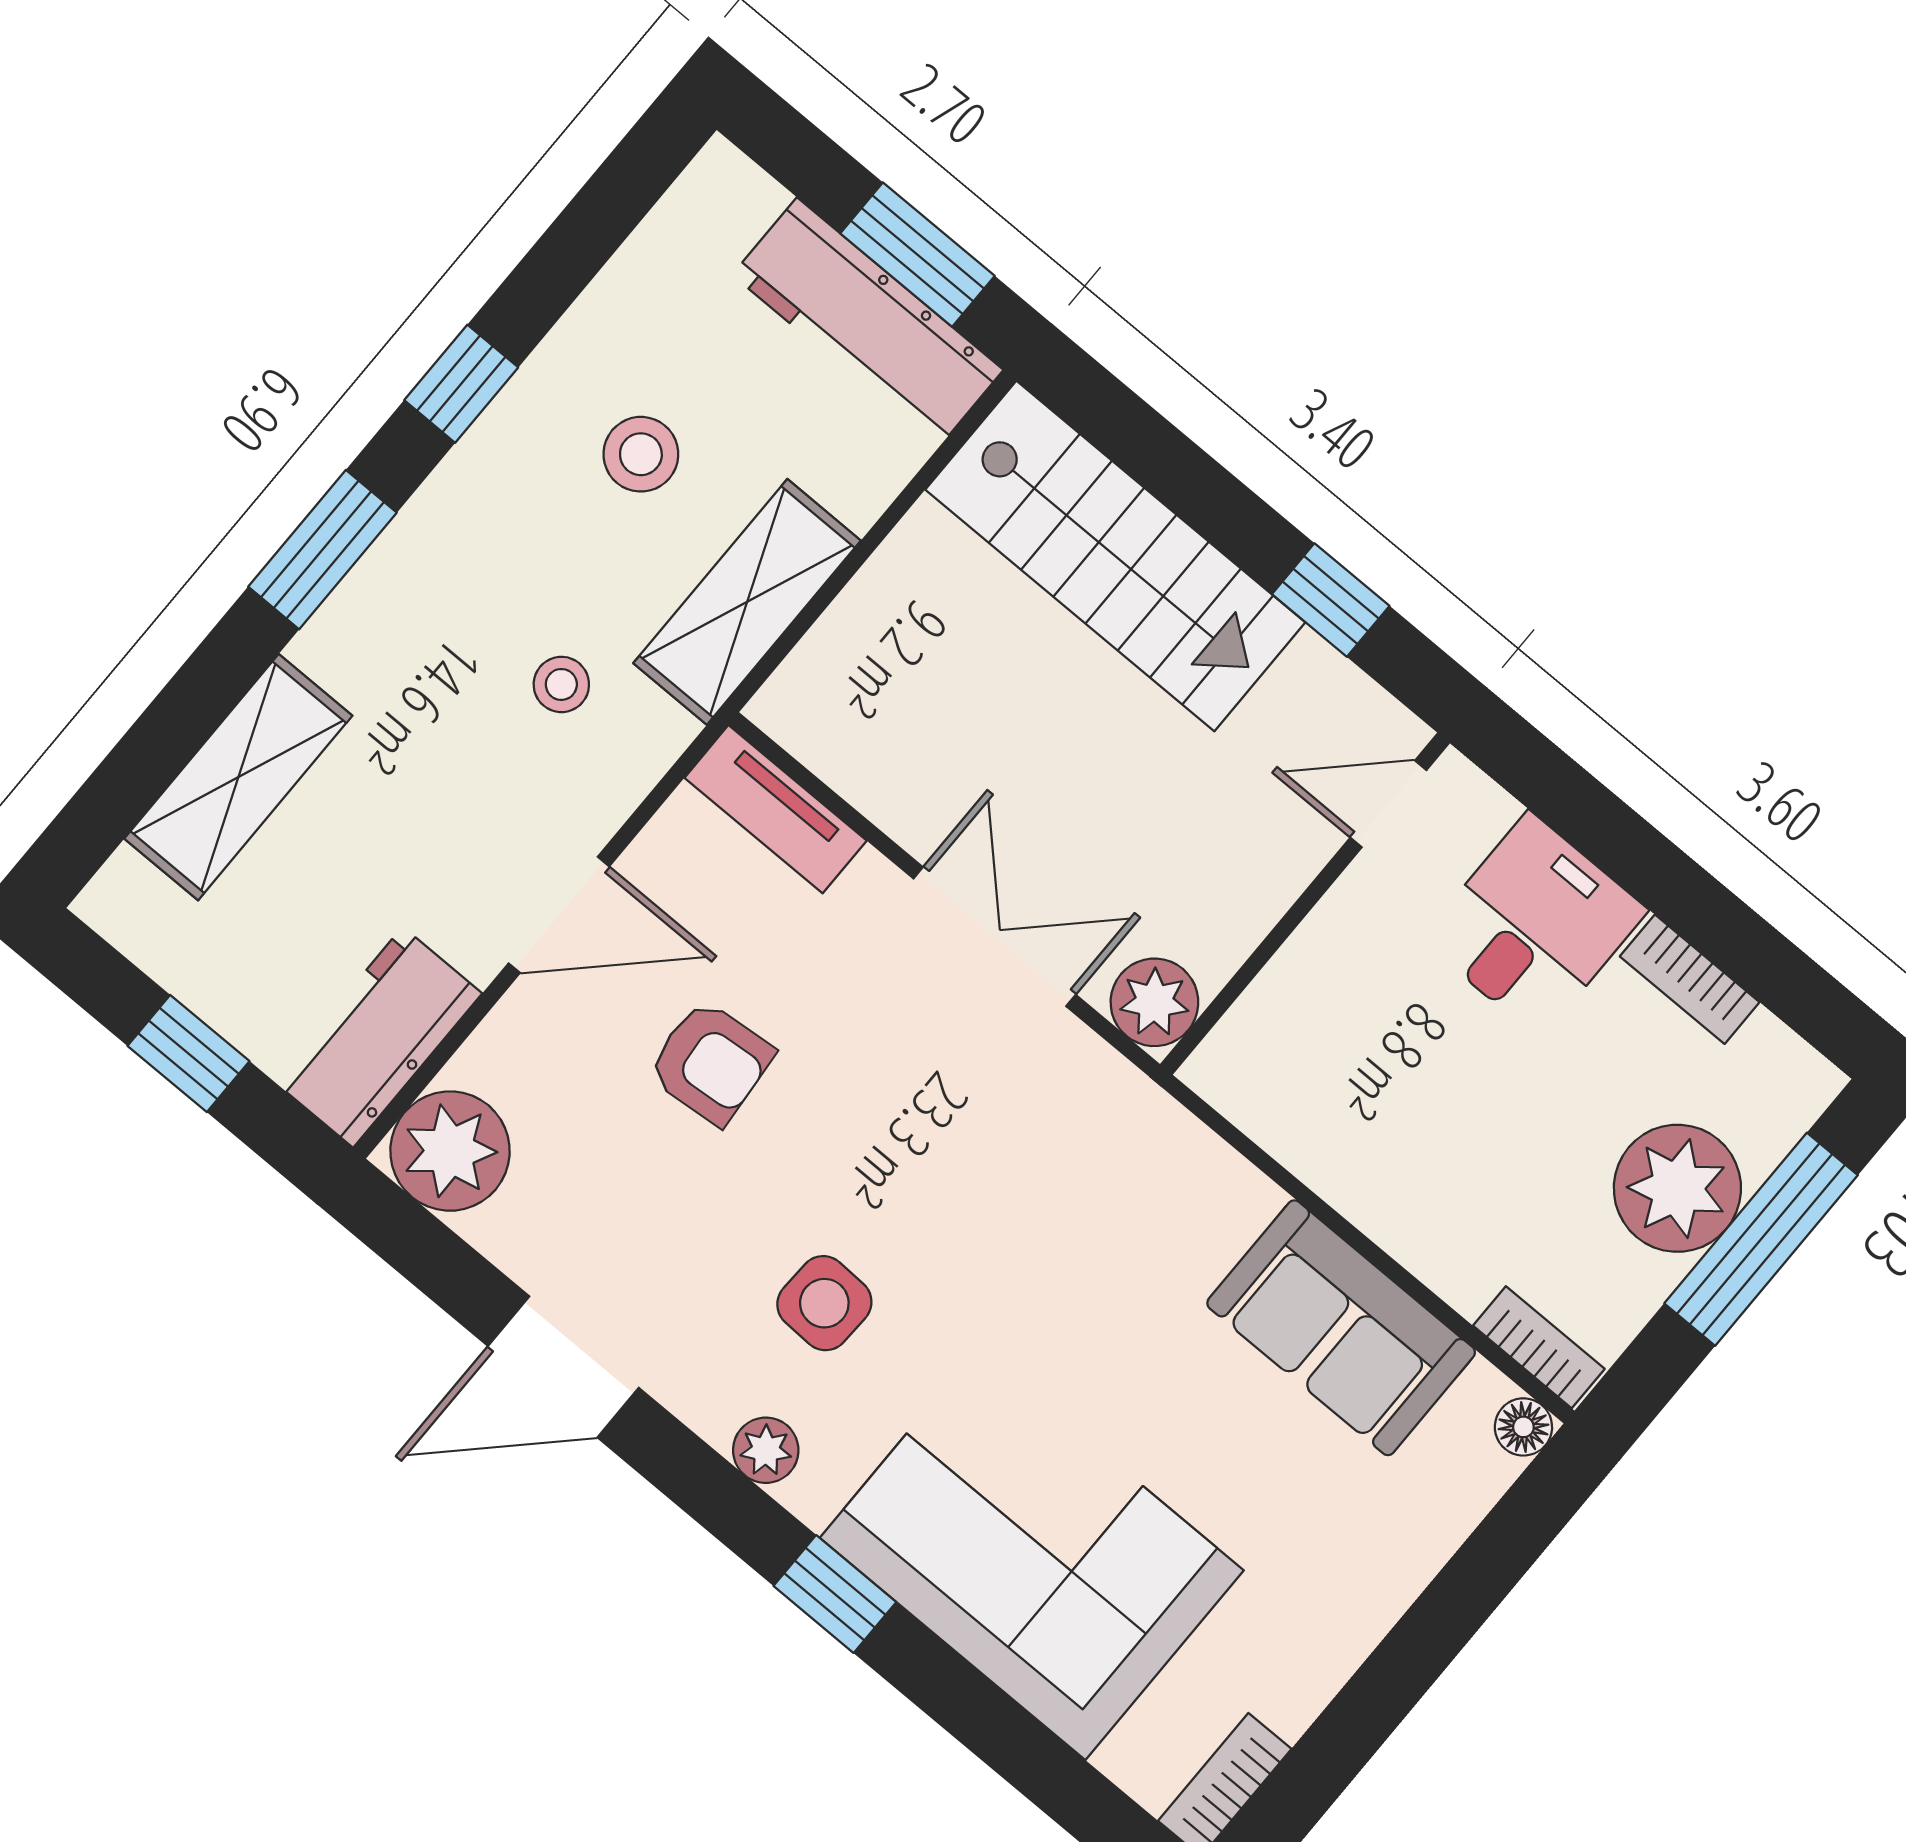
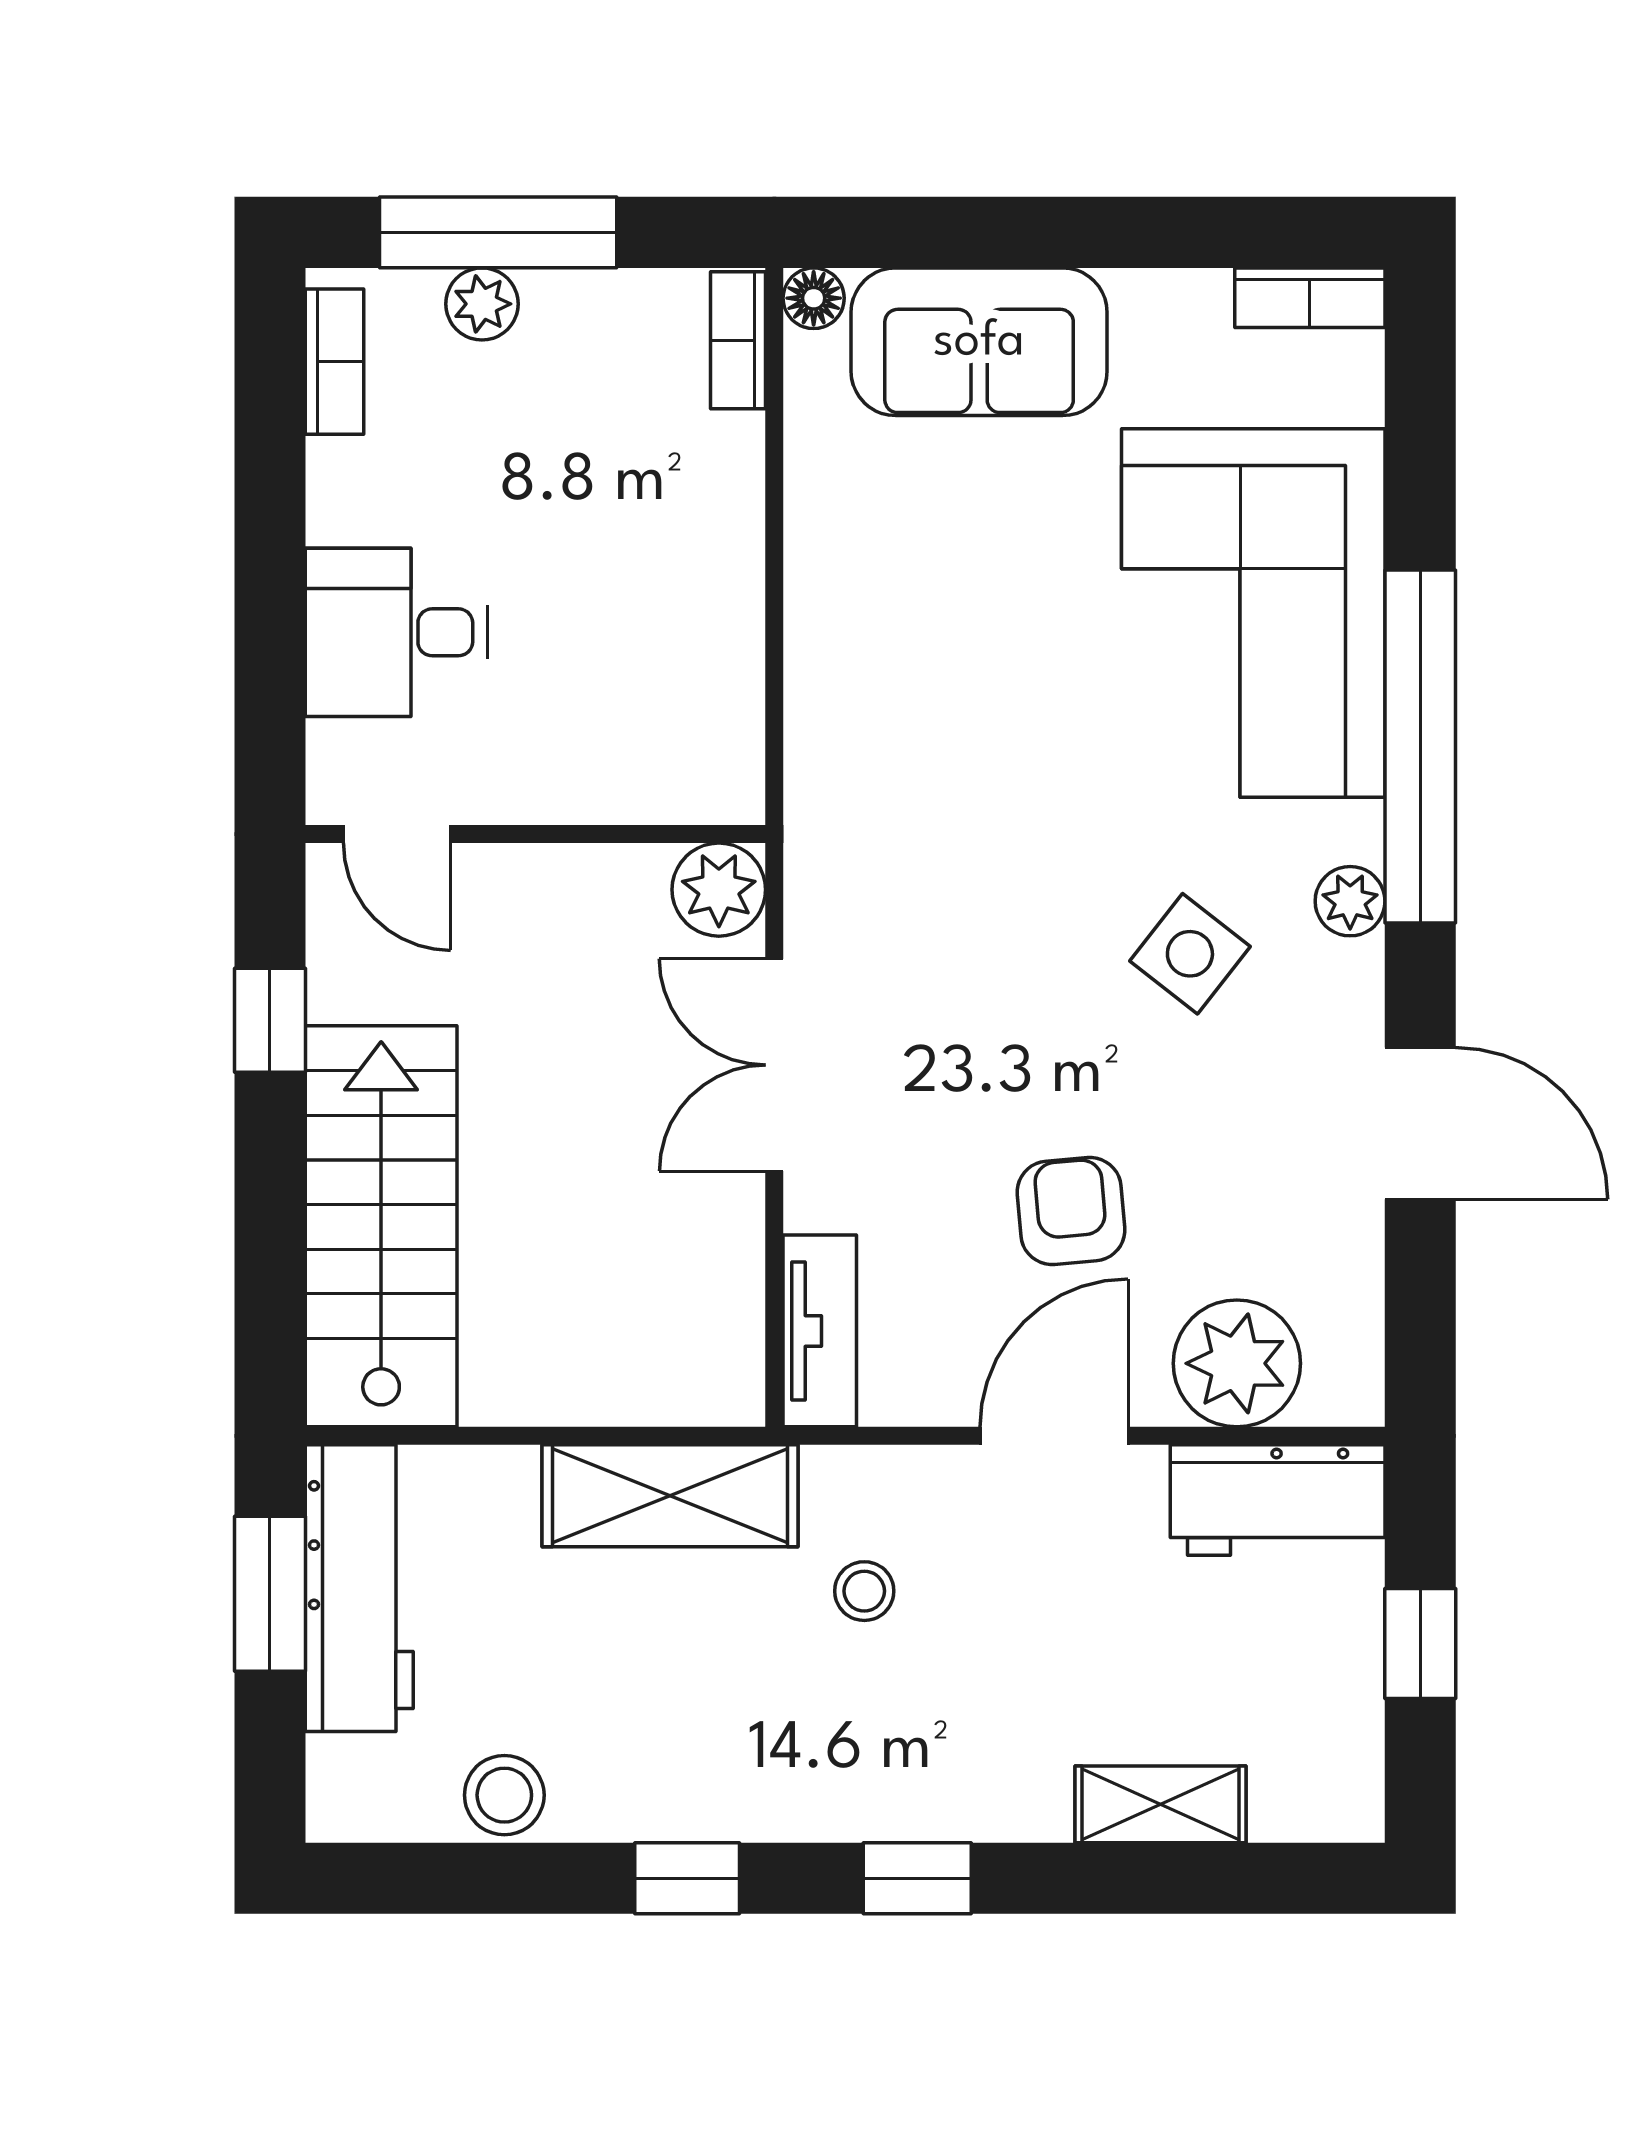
stool: (641, 454) -> (504, 1795), moved
window: (322, 550) -> (917, 1878), width x0.67
shelving: (238, 777) -> (1161, 1804), width x0.67, depth x0.75
door: (559, 915) -> (1054, 1436), hinge flipped
bookcase: (1690, 979) -> (334, 362), moved
plant: (450, 1151) -> (1237, 1363), moved
plant: (1677, 1188) -> (482, 304), width x0.53, depth x0.53
side table: (824, 1303) -> (1190, 954), turned 36
sofa: (1341, 1328) -> (979, 342), moved, turned 90
window: (835, 1594) -> (1420, 747), width x3.17

